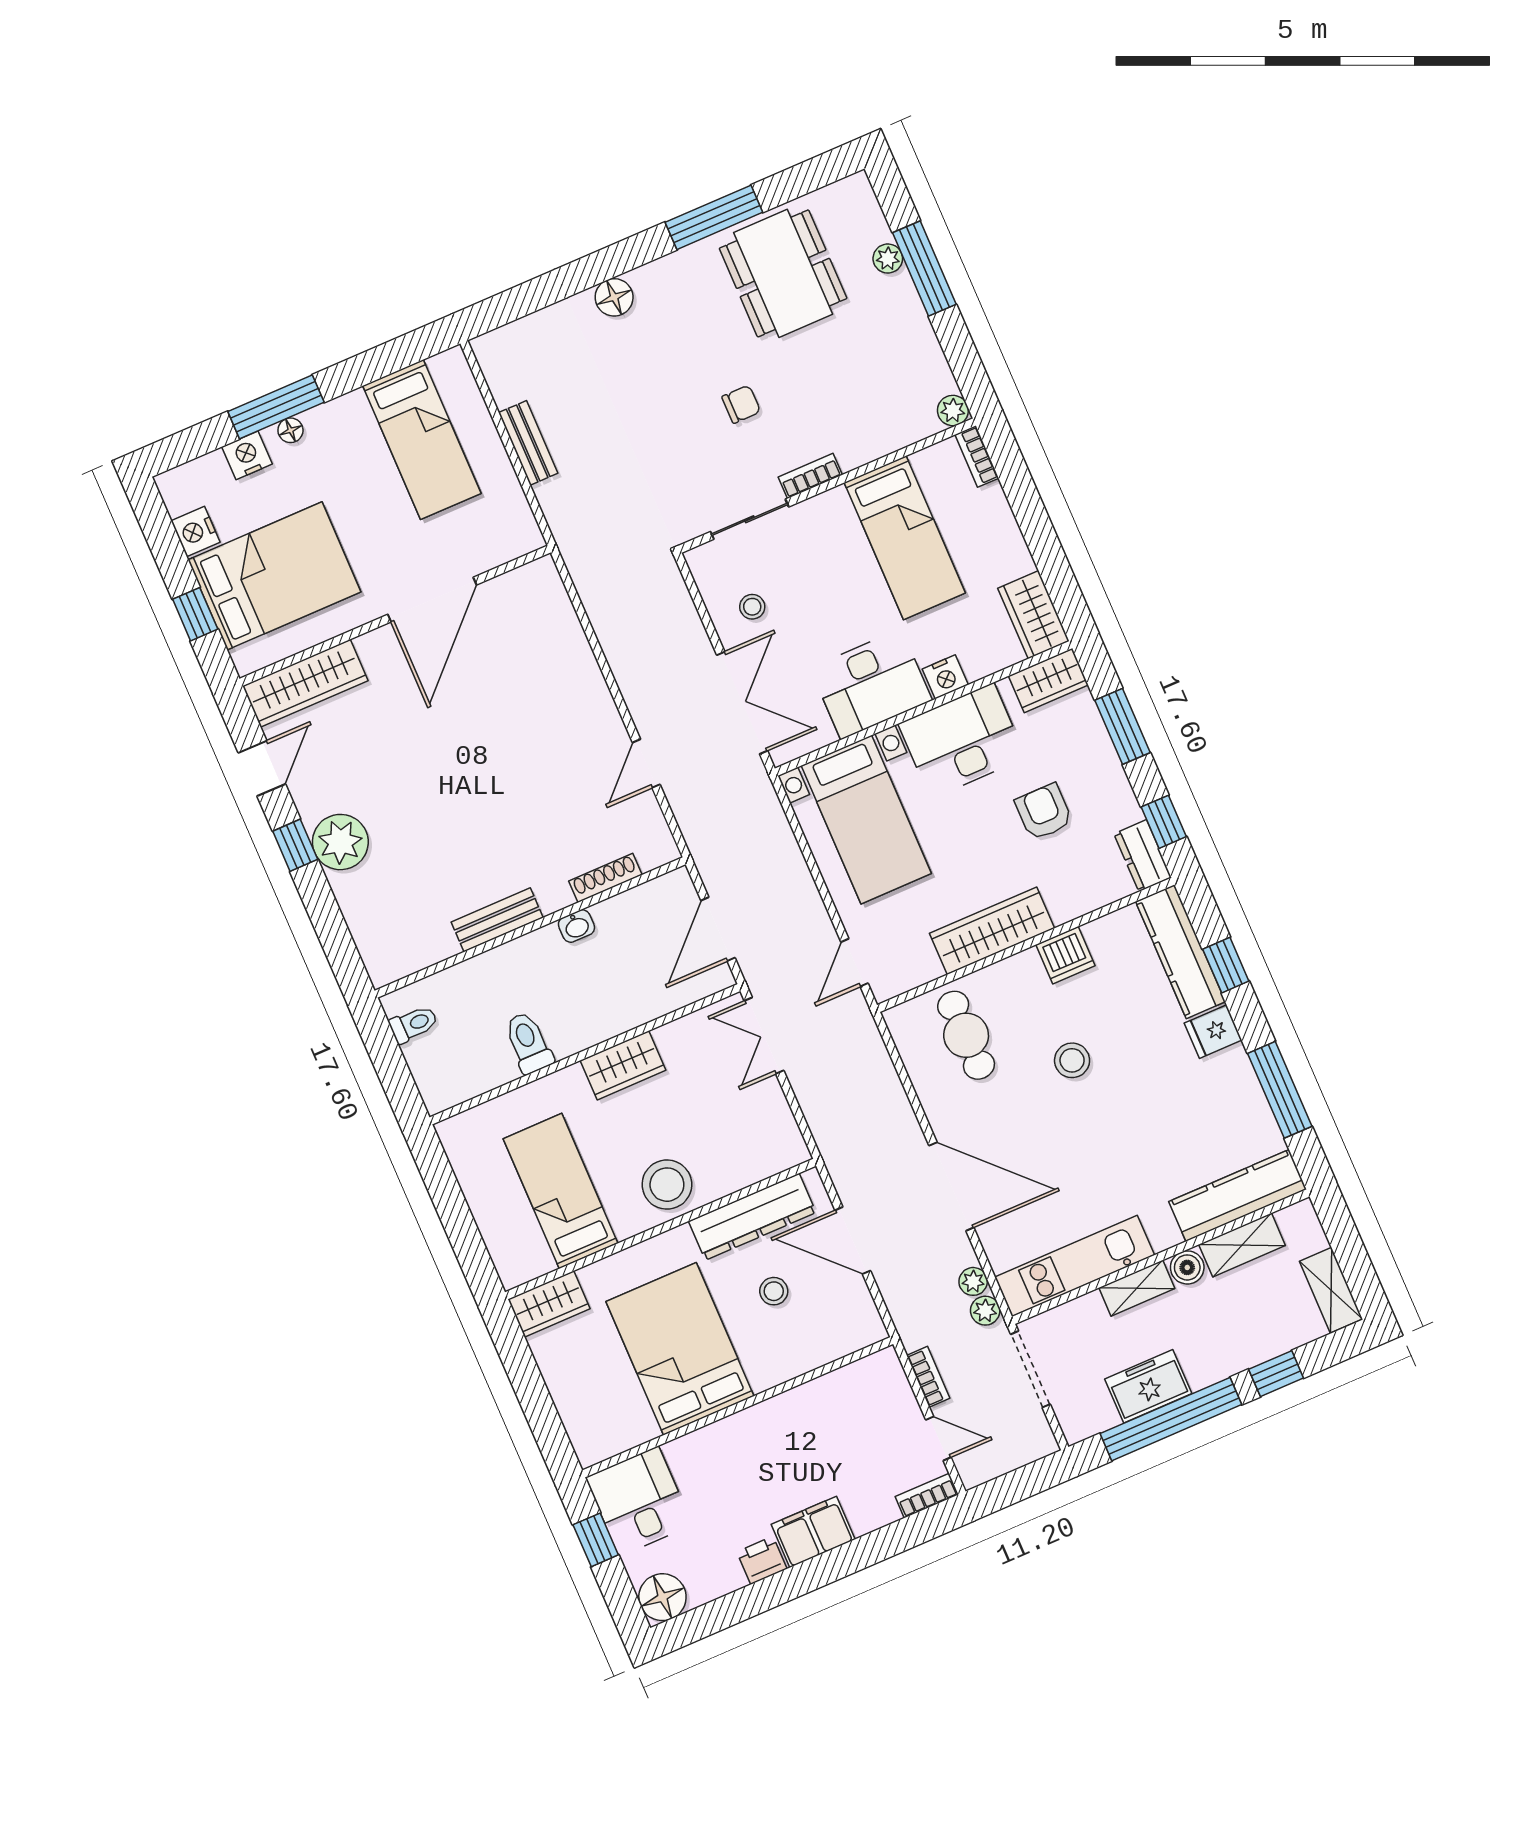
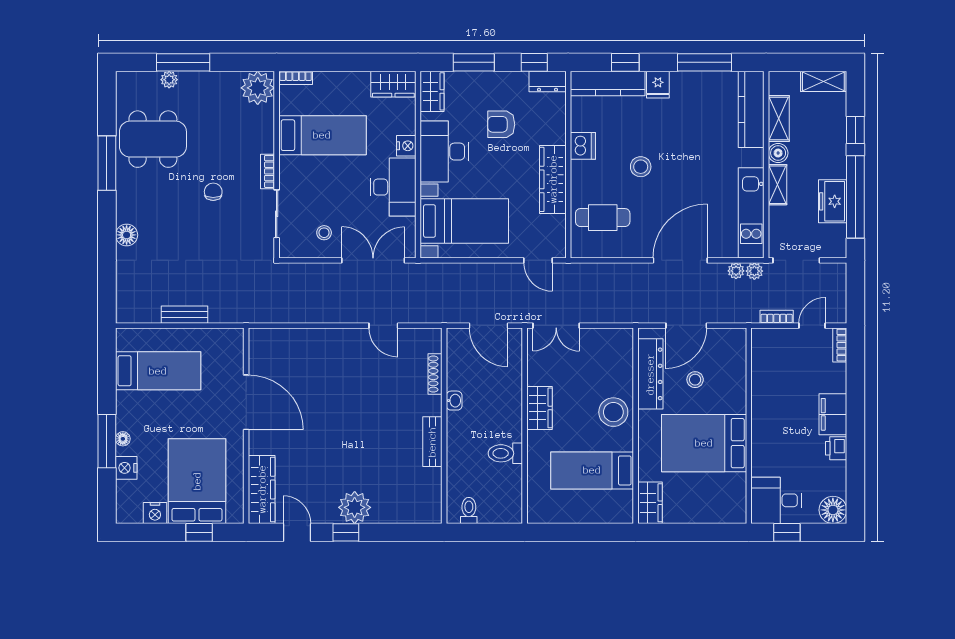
plant: (953, 411) -> (258, 88), width x1.88, depth x1.88

